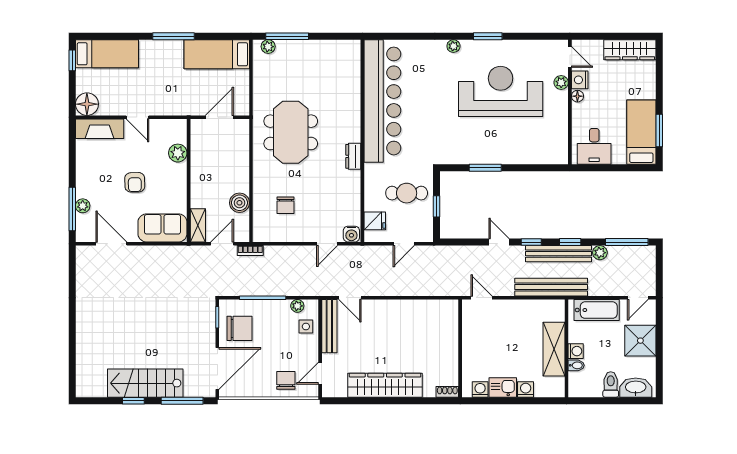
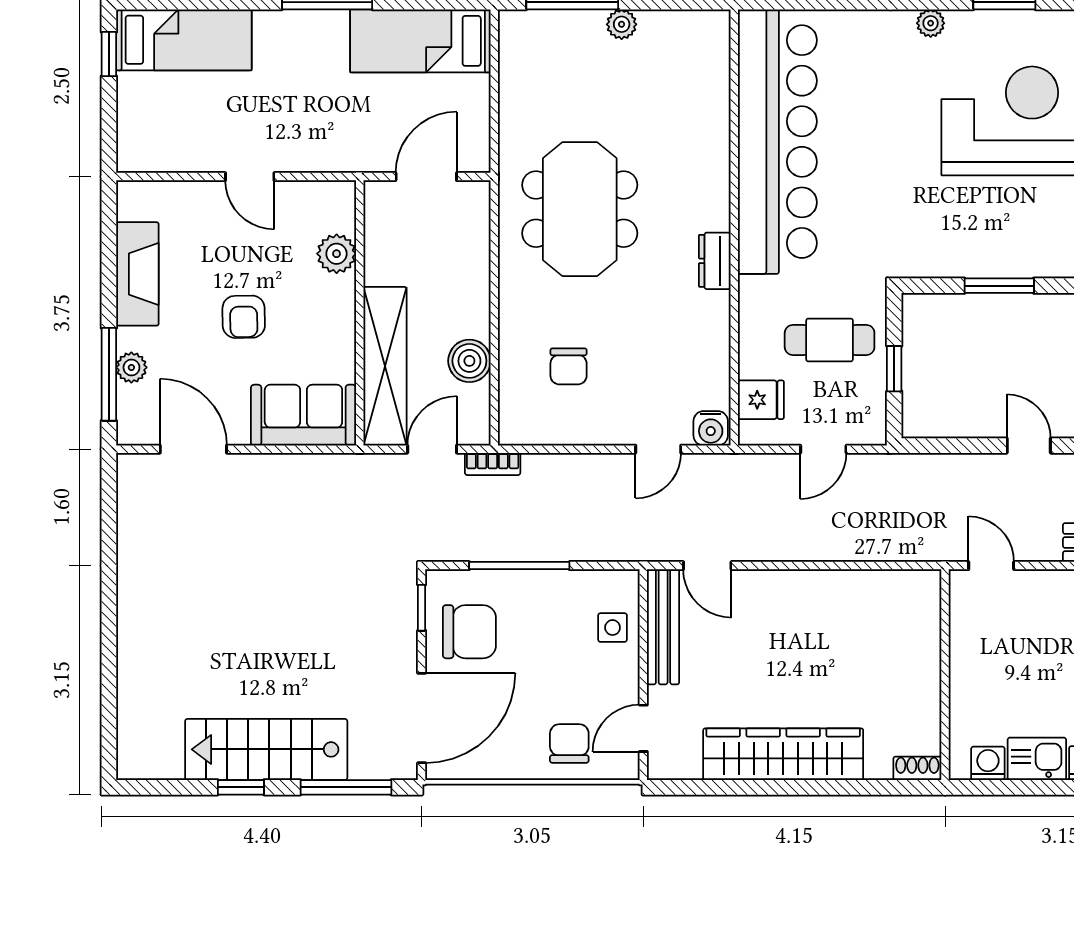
plant: (268, 47) -> (622, 24), moved
floor lamp: (87, 104) -> (141, 148), removed
fireplace: (100, 129) -> (137, 274), moved, turned -90
shelving: (198, 225) -> (385, 366), width x2.20, depth x1.33
plant: (297, 306) -> (594, 583), removed

